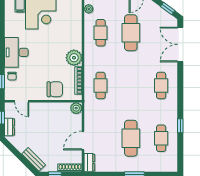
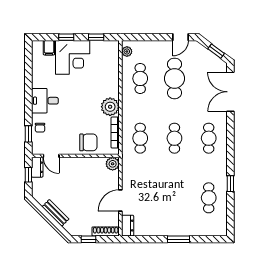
desk: (16, 52) -> (45, 101), width x0.73
dresser: (10, 127) -> (37, 167), moved
cafe table: (131, 138) -> (174, 138), moved, width x0.73, depth x0.74
bench: (34, 159) -> (55, 213), moved

